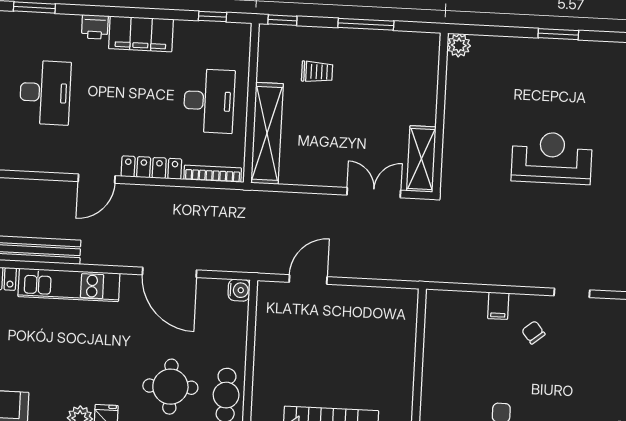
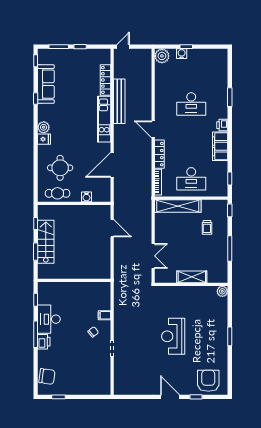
reception desk: (552, 158) -> (173, 336), turned 180
shelving: (421, 159) -> (192, 277), moved
water cooler: (239, 290) -> (86, 197), moved

